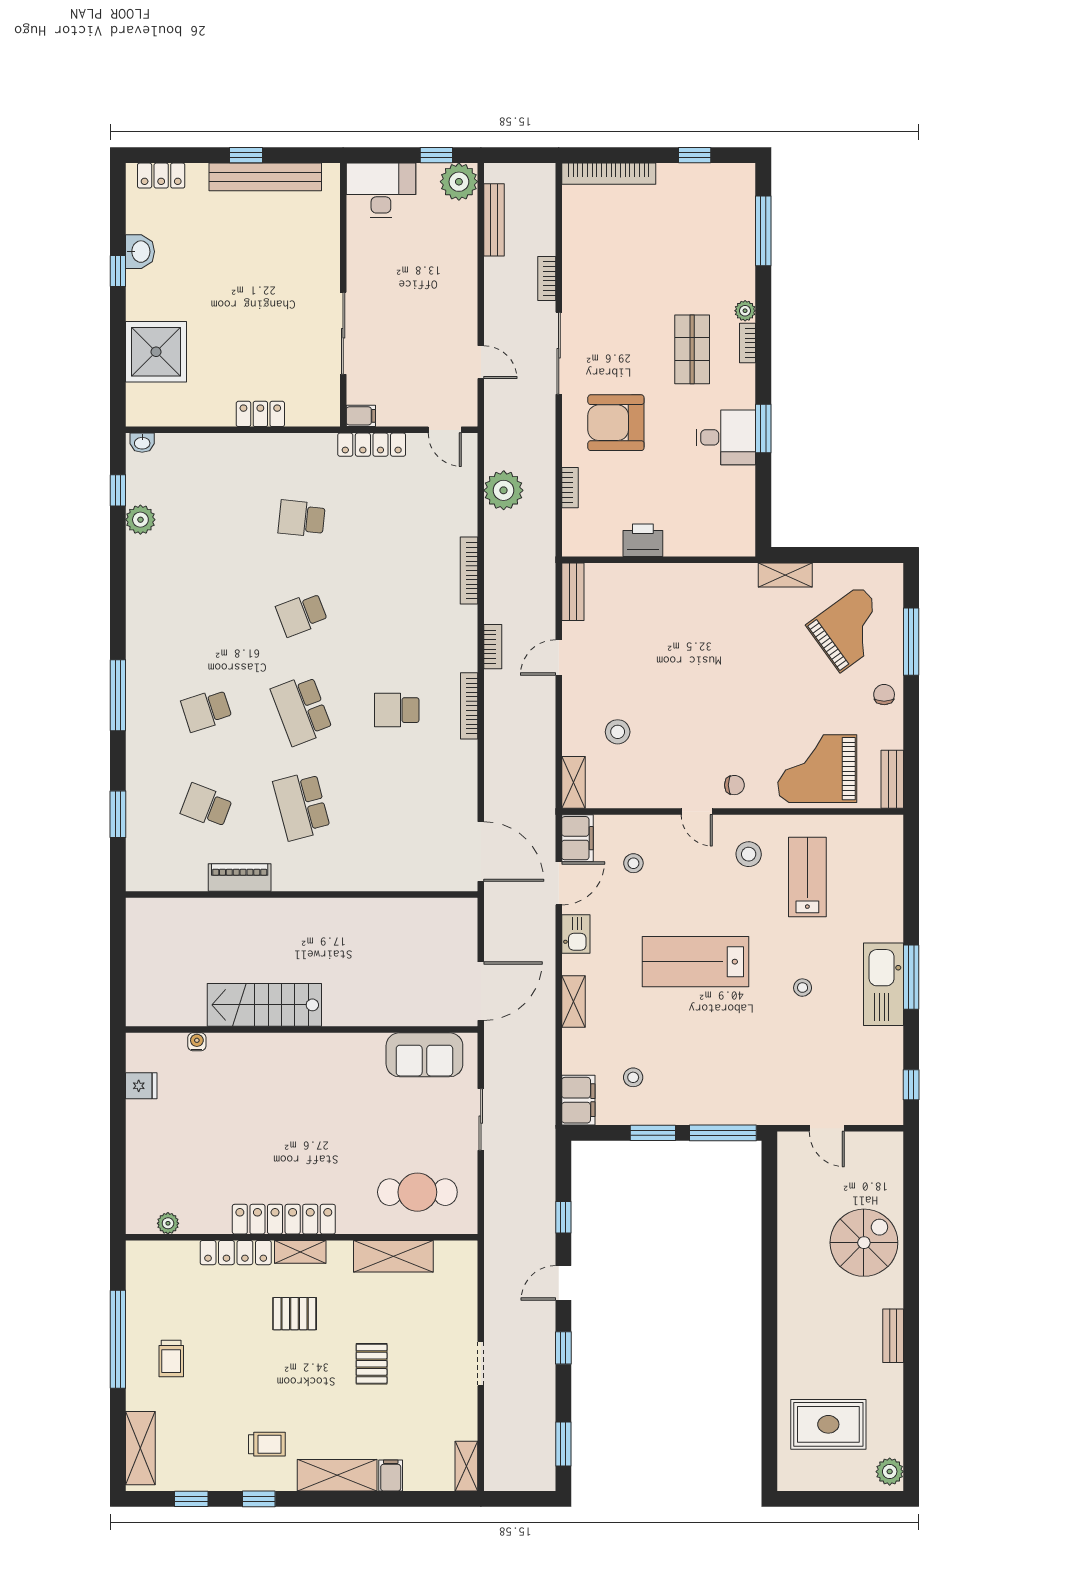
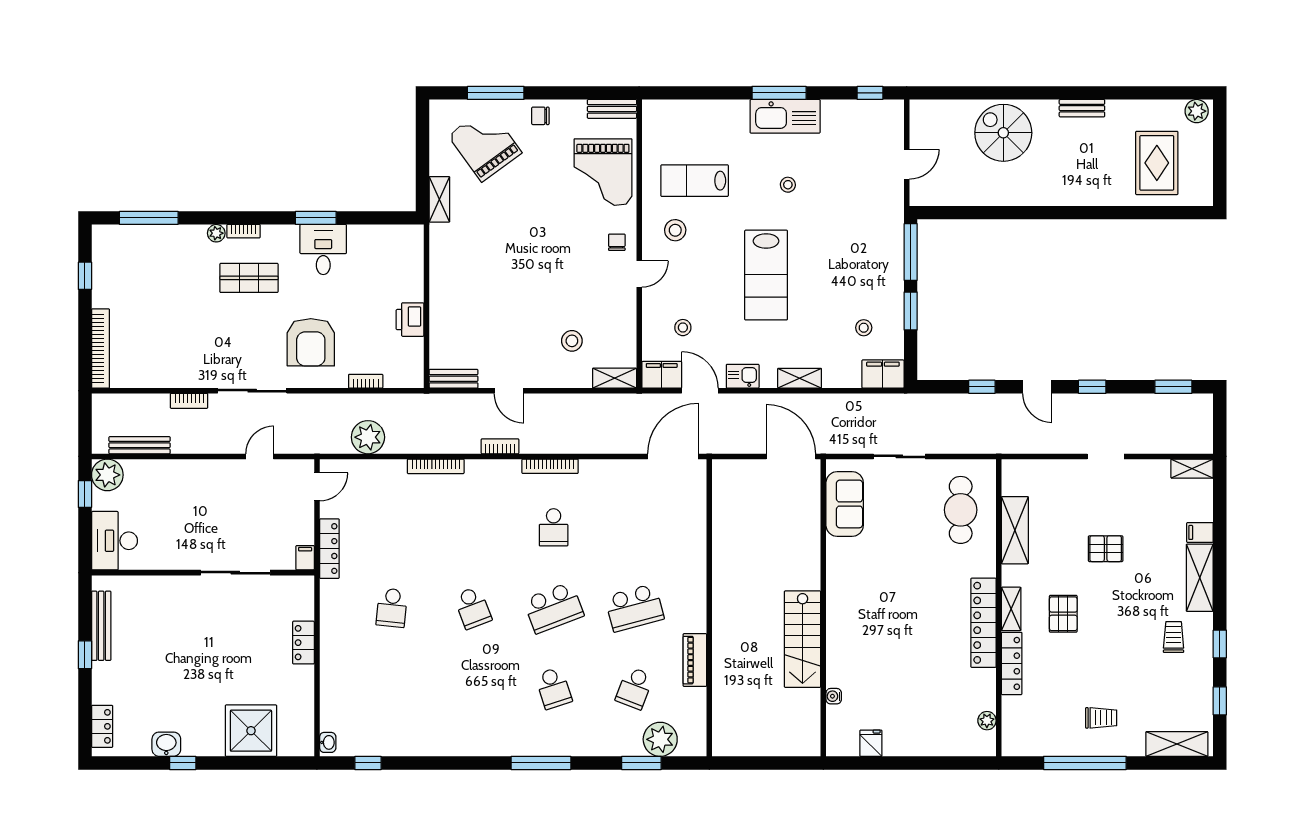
bench: (265, 177) -> (101, 626), width x0.73, depth x0.82
plant: (140, 520) -> (660, 739), moved, width x1.36, depth x1.36

